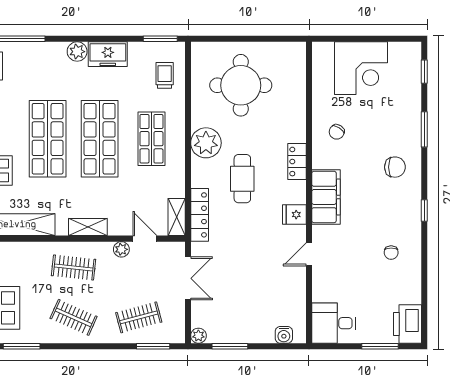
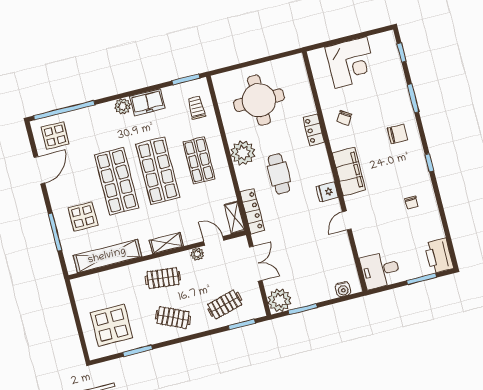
locker: (297, 162) -> (314, 130), moved
plant: (198, 336) -> (280, 300), width x1.87, depth x1.87

